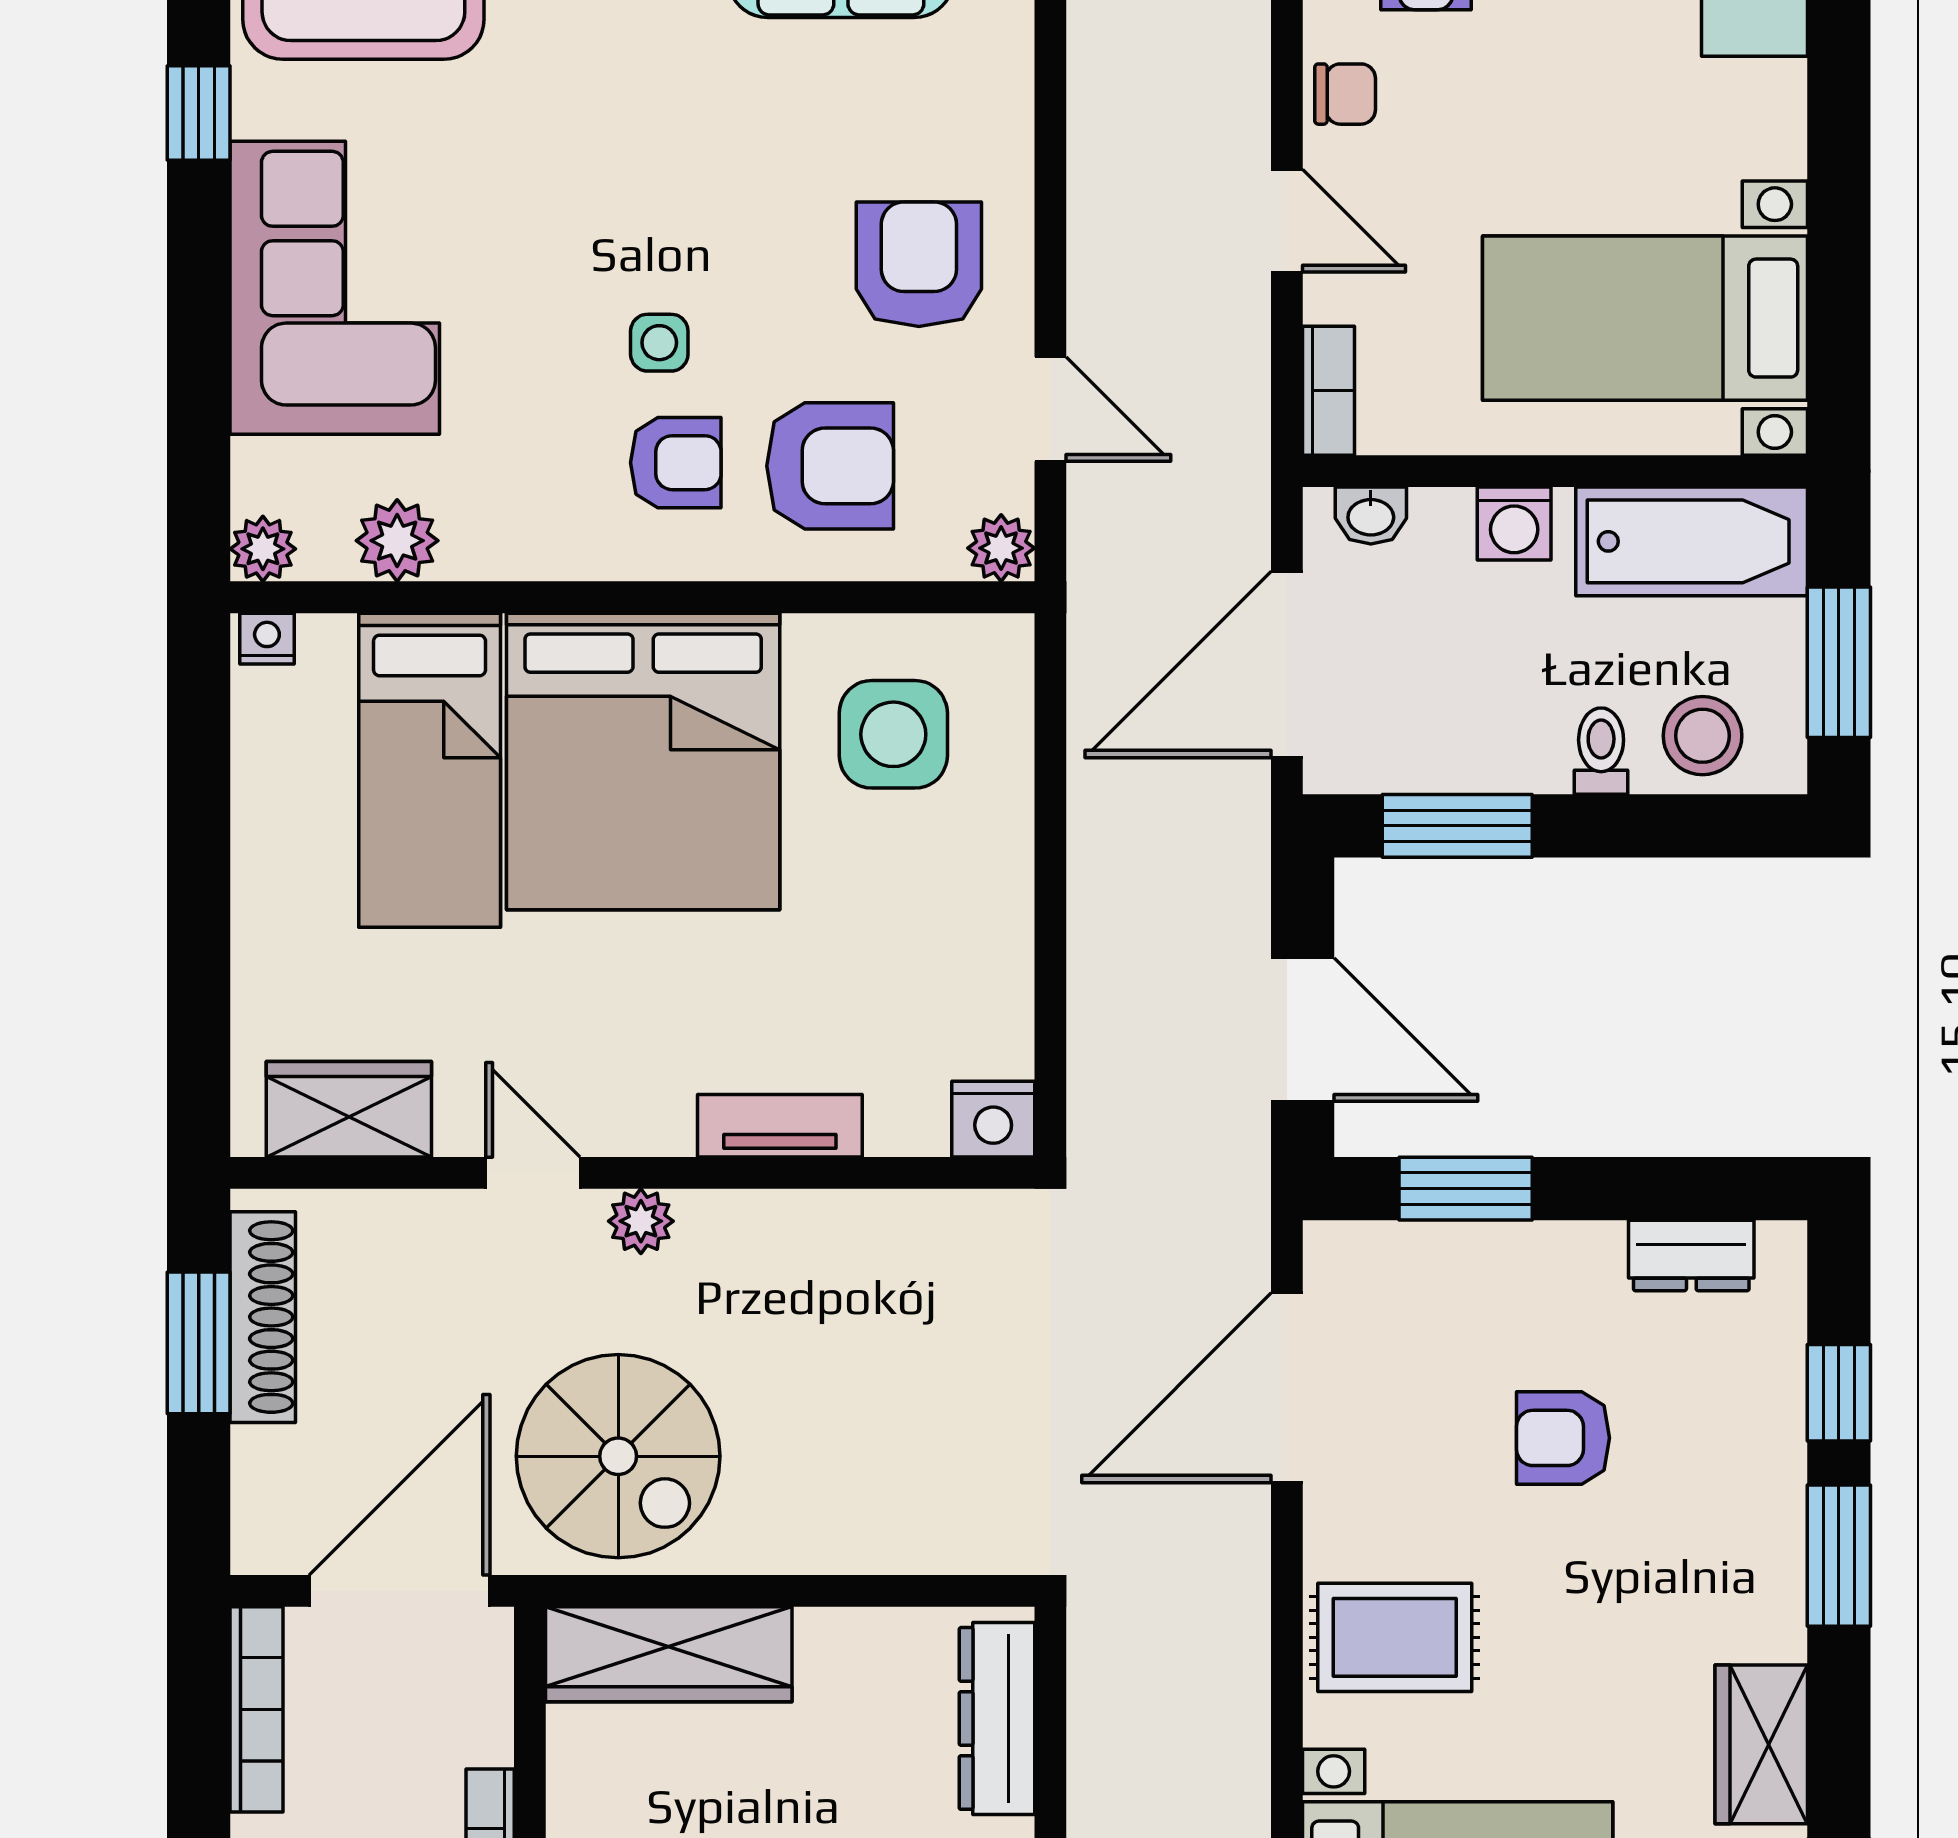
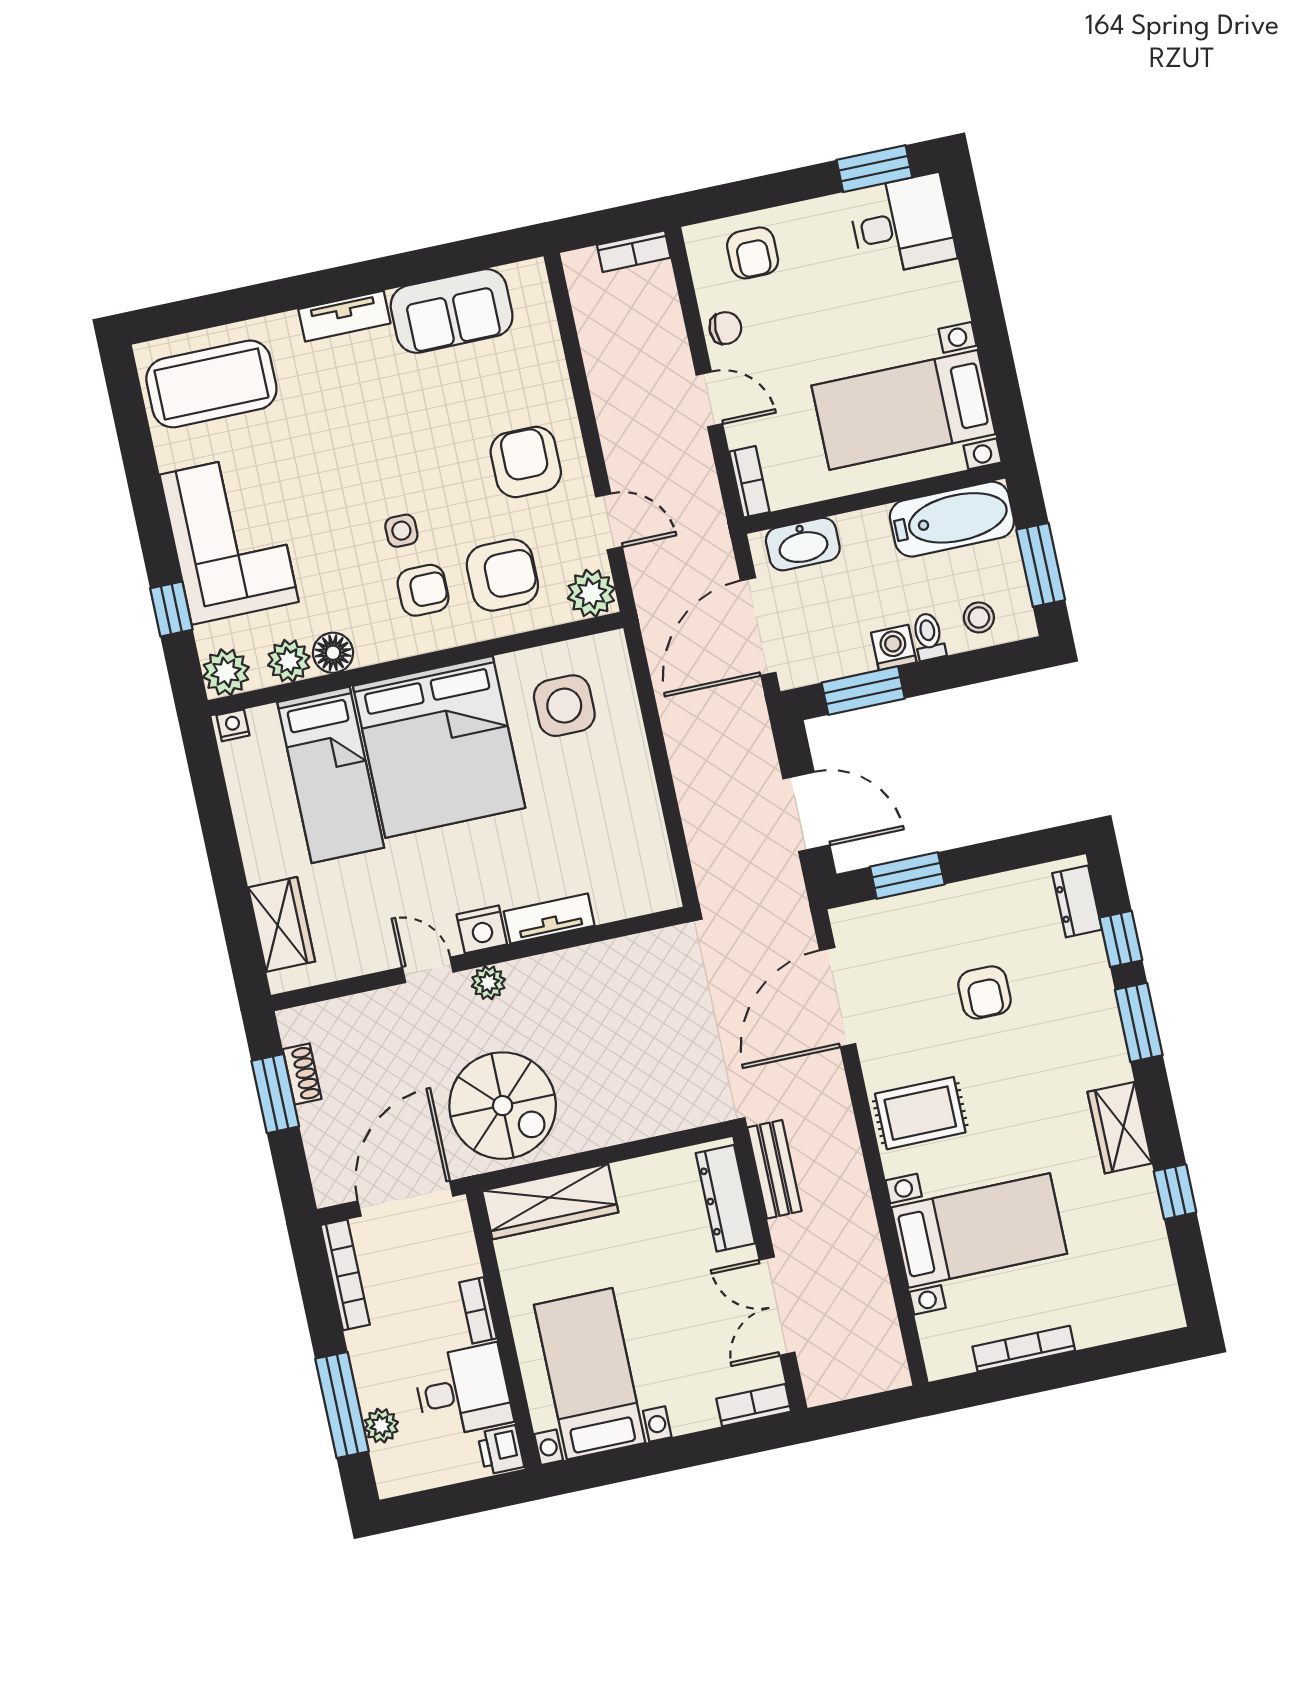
window: (199, 113) -> (171, 609), moved
washbasin: (1371, 516) -> (803, 544), width x1.91, depth x1.45
washing machine: (1514, 524) -> (894, 648), moved, turned 180
floor lamp: (483, 543) -> (333, 653), added
plant: (1001, 548) -> (591, 593), width x1.38, depth x1.38
plant: (263, 549) -> (226, 672), width x1.38, depth x1.38
stool: (1703, 736) -> (979, 617), width x0.73, depth x0.73
wardrobe: (349, 1109) -> (282, 924), moved, turned 90
nightstand: (993, 1119) -> (482, 929), moved
dresser: (1691, 1255) -> (1077, 901), moved, turned 90
shoe rack: (263, 1317) -> (302, 1074), width x0.51, depth x0.81
armchair: (1563, 1438) -> (985, 992), turned -90
bench: (1100, 1684) -> (774, 1169), added

